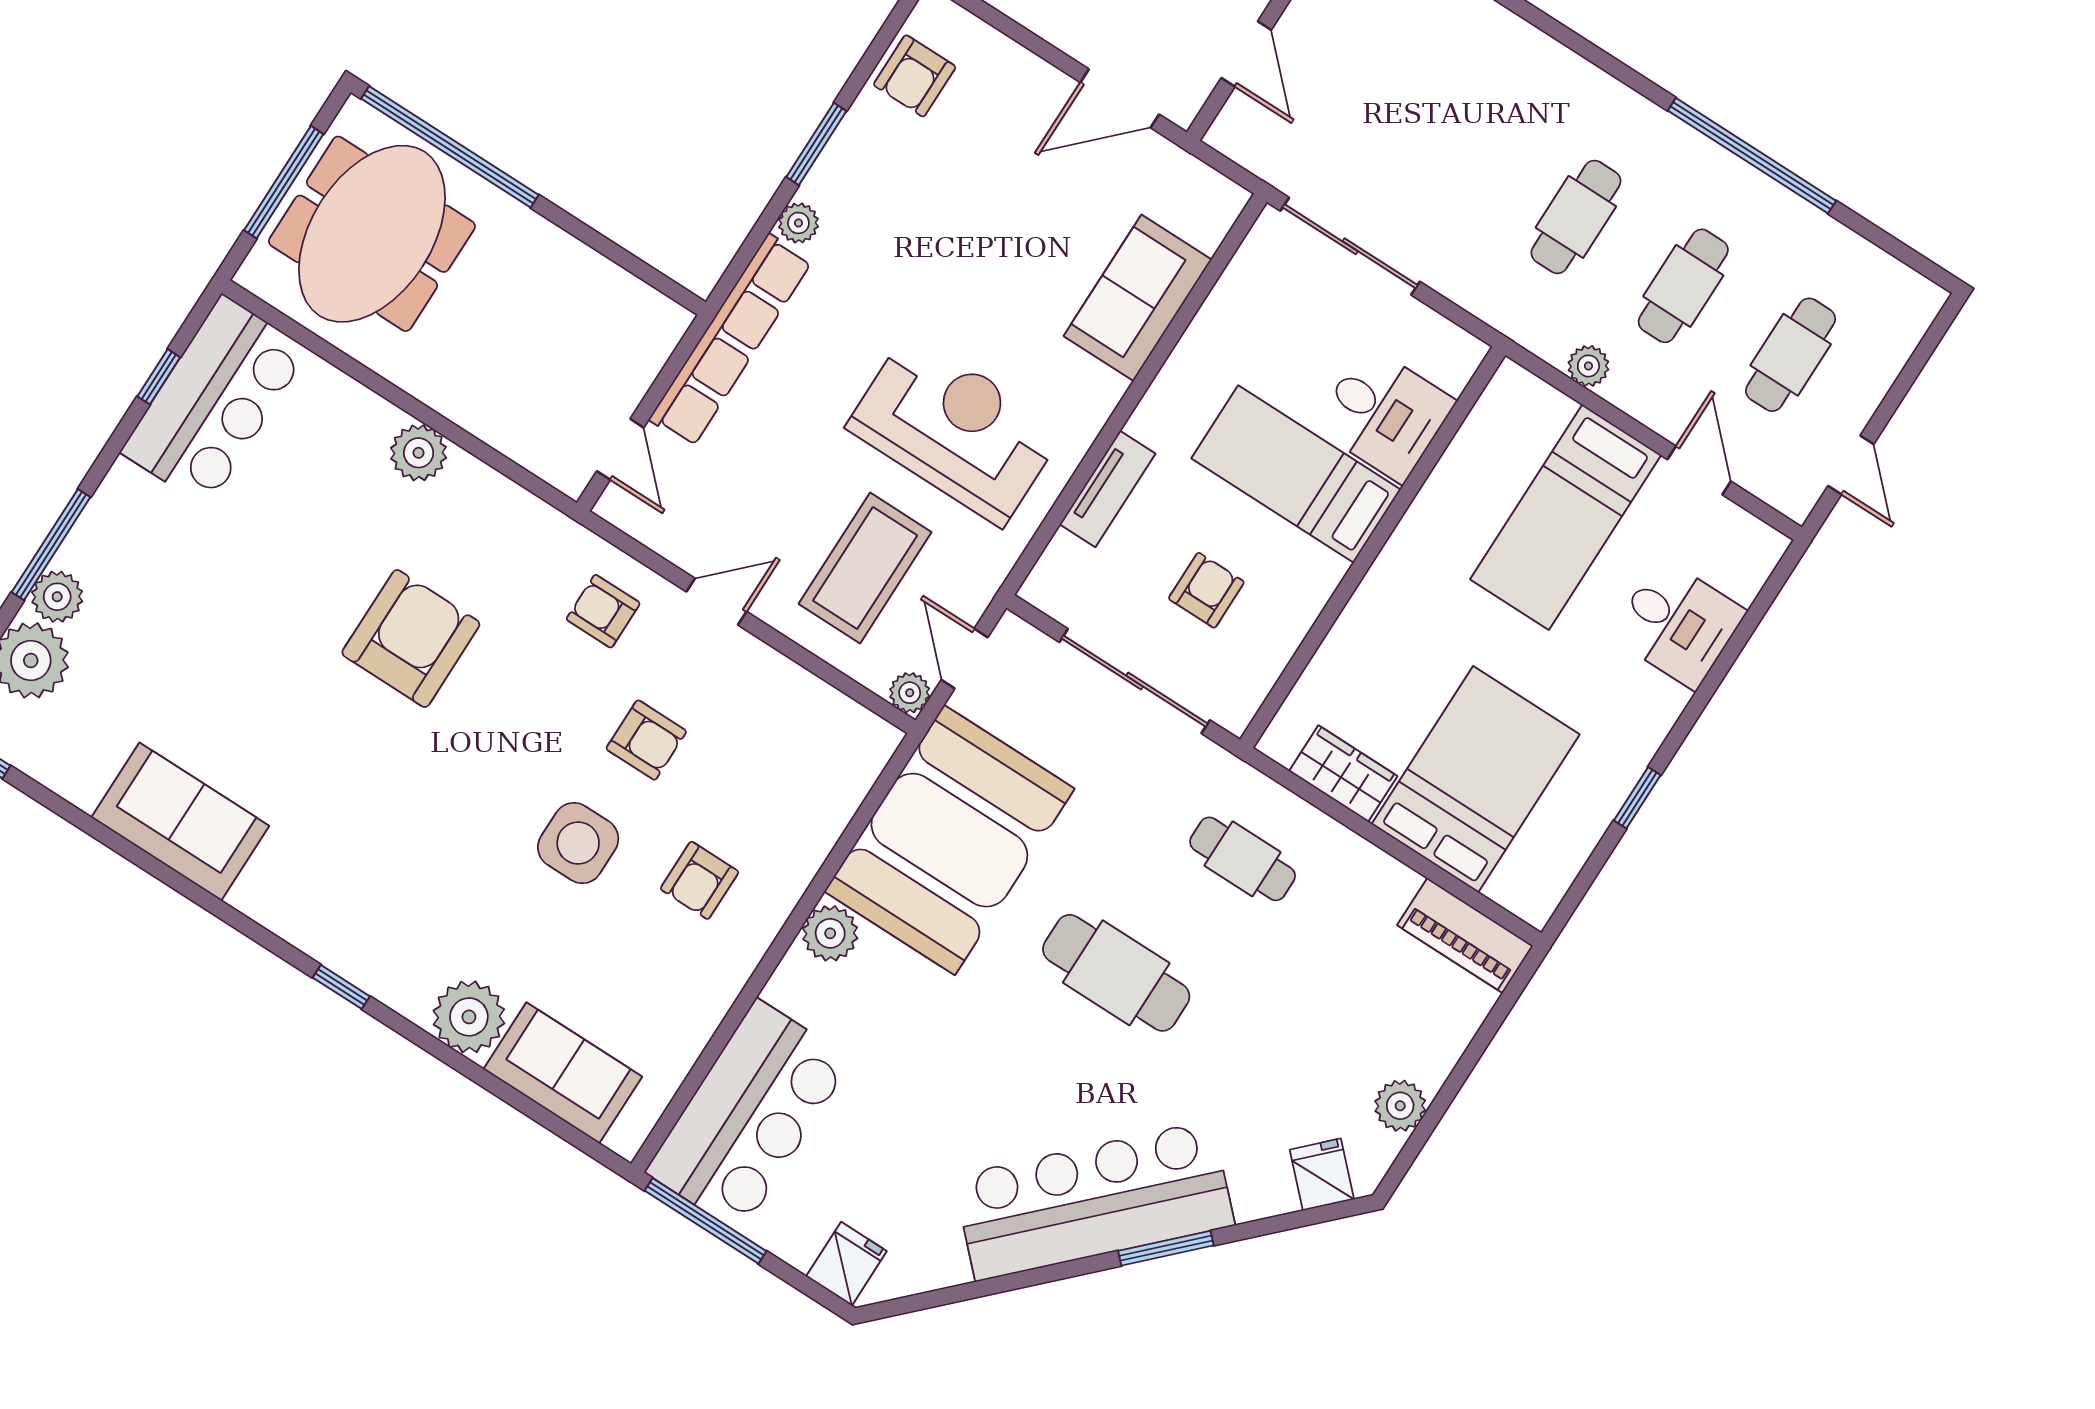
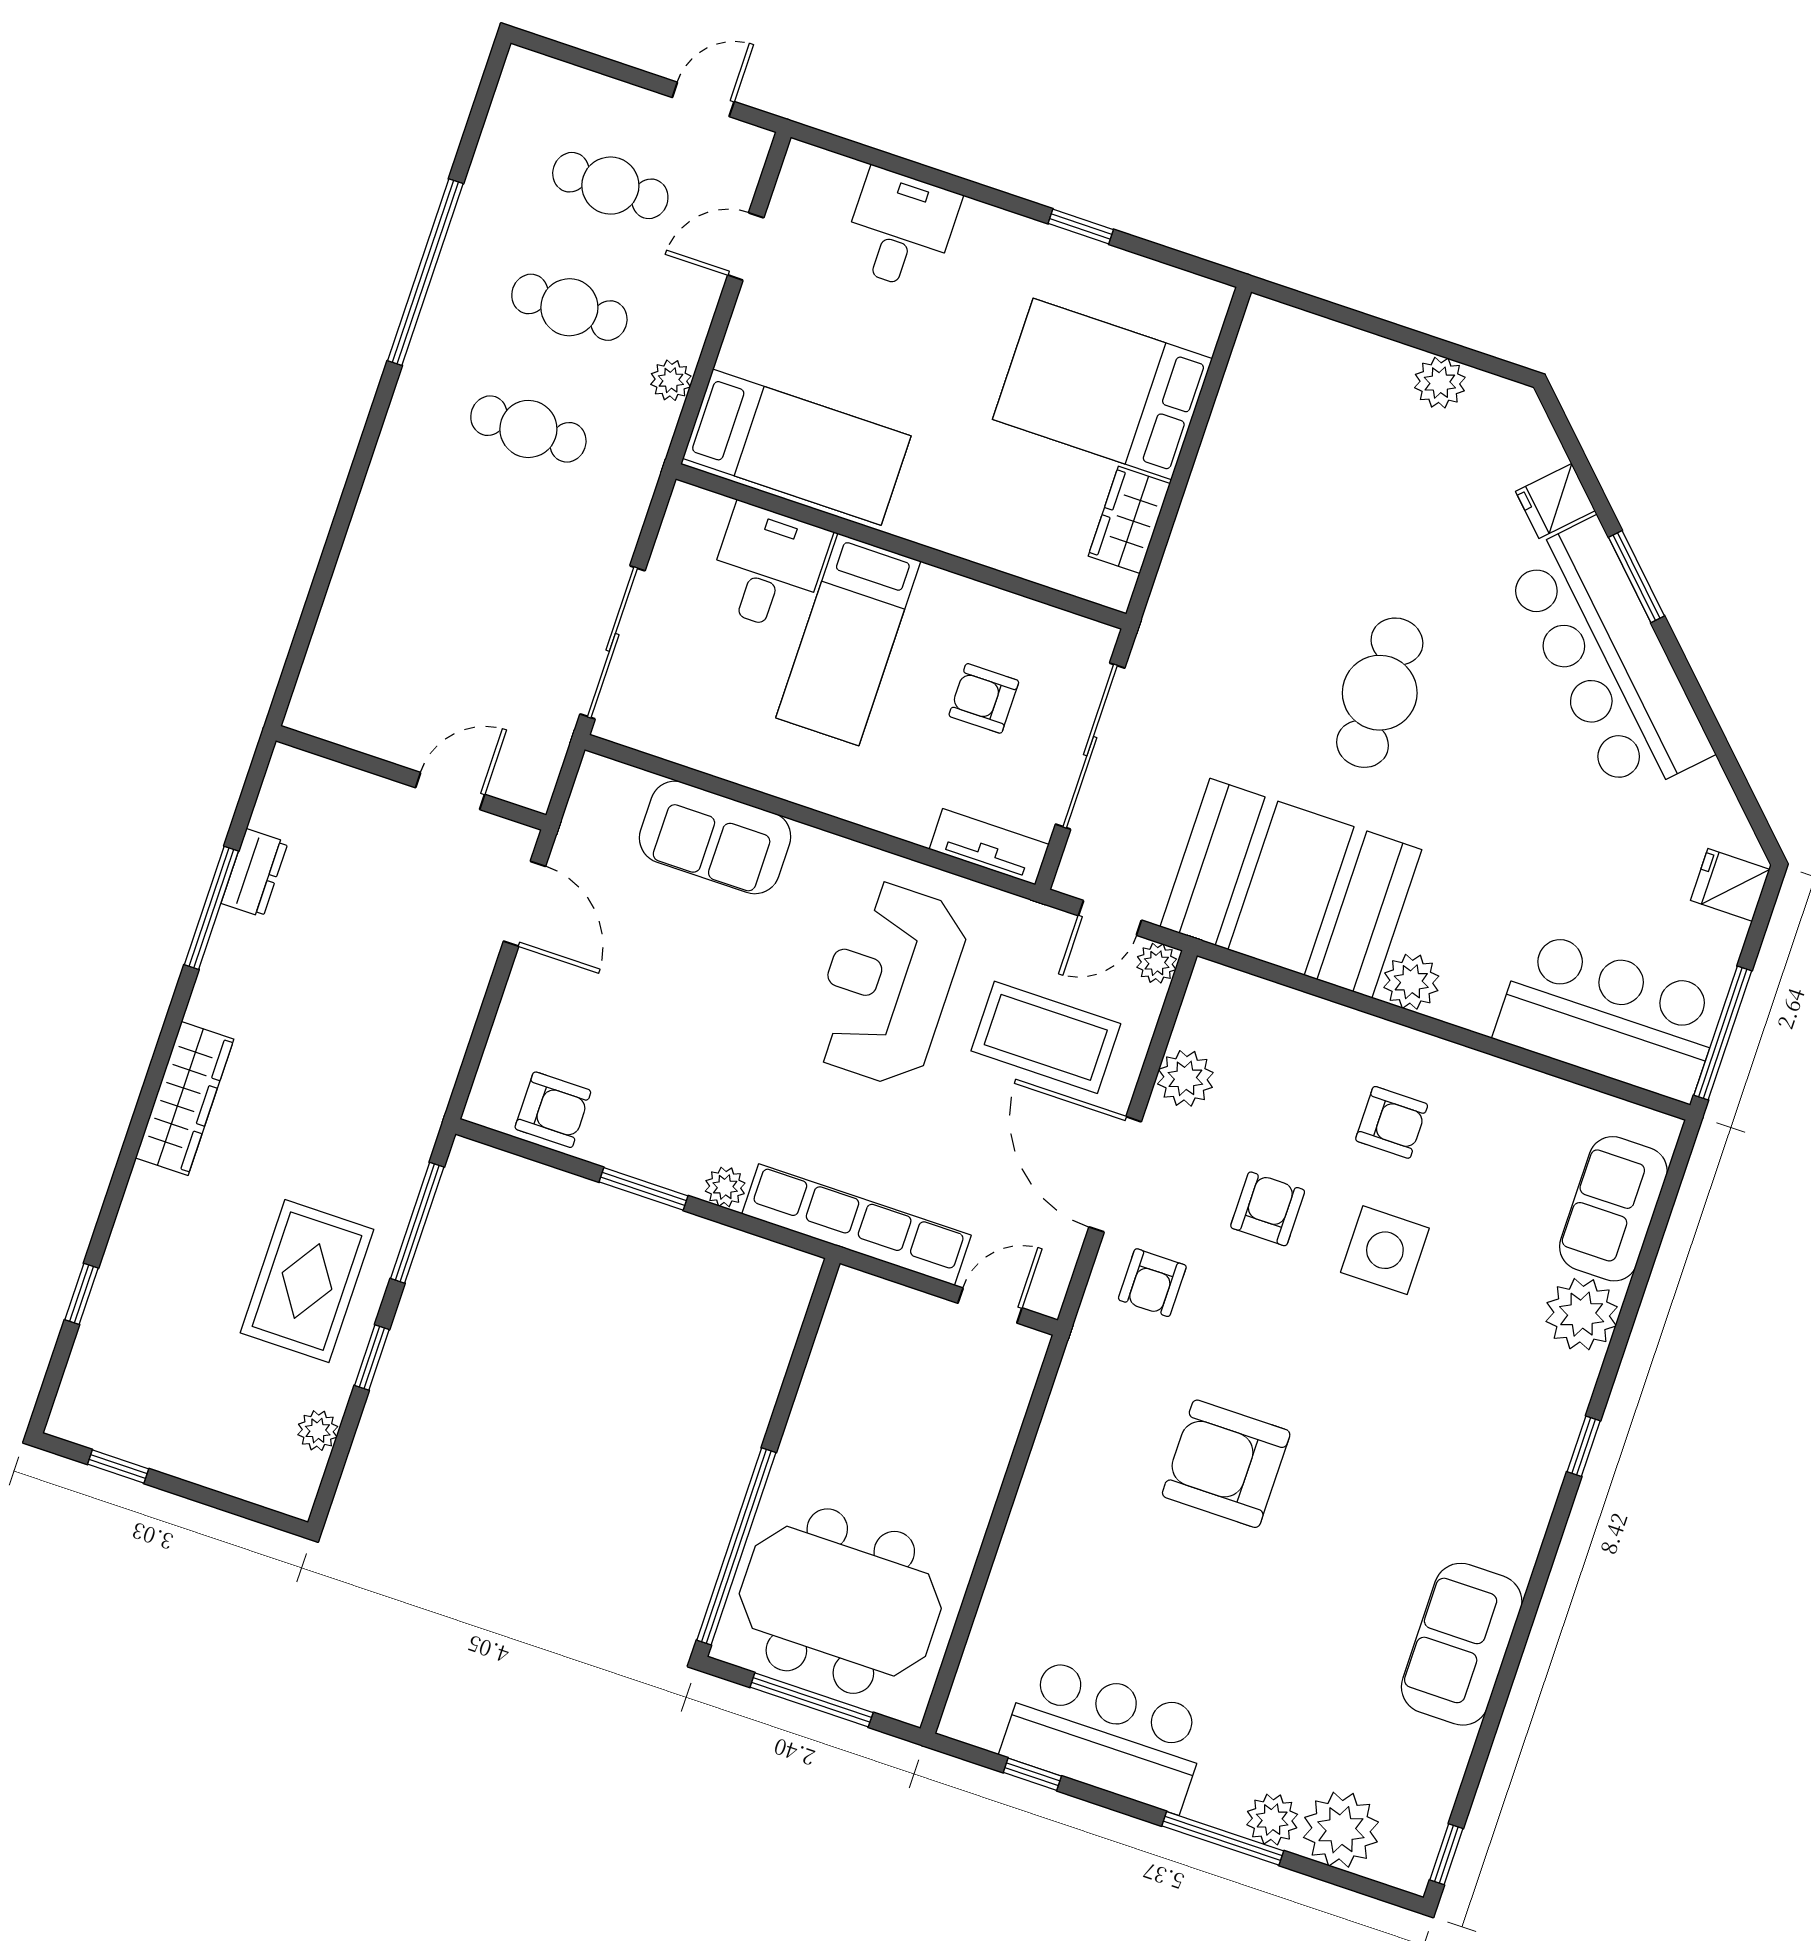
bar counter: (215, 401) -> (1106, 1735), moved
plant: (419, 453) -> (1185, 1078), moved
tv unit: (1108, 489) -> (989, 847), moved
bed: (1566, 517) -> (797, 447), moved
door: (716, 602) -> (1115, 1174), width x1.88
cafe table: (1243, 859) -> (1237, 597), removed
piano: (1465, 936) -> (1258, 361), removed
fridge: (1322, 1175) -> (1555, 501), moved

